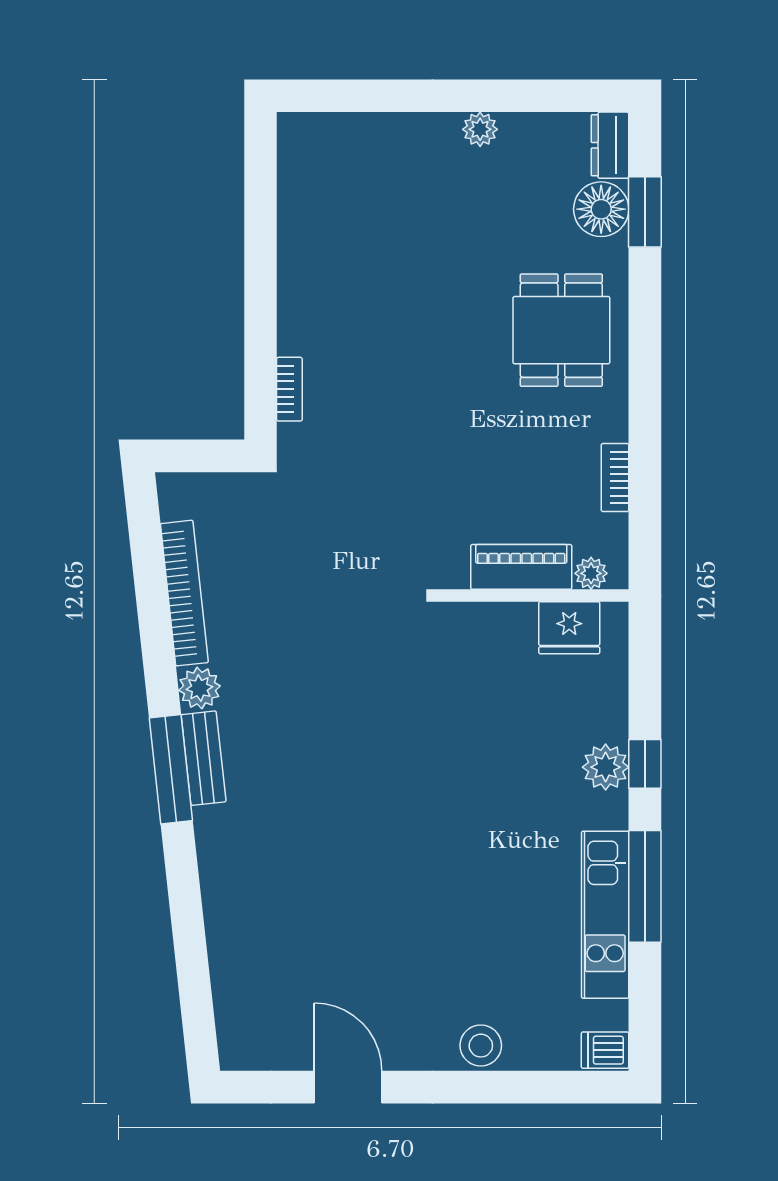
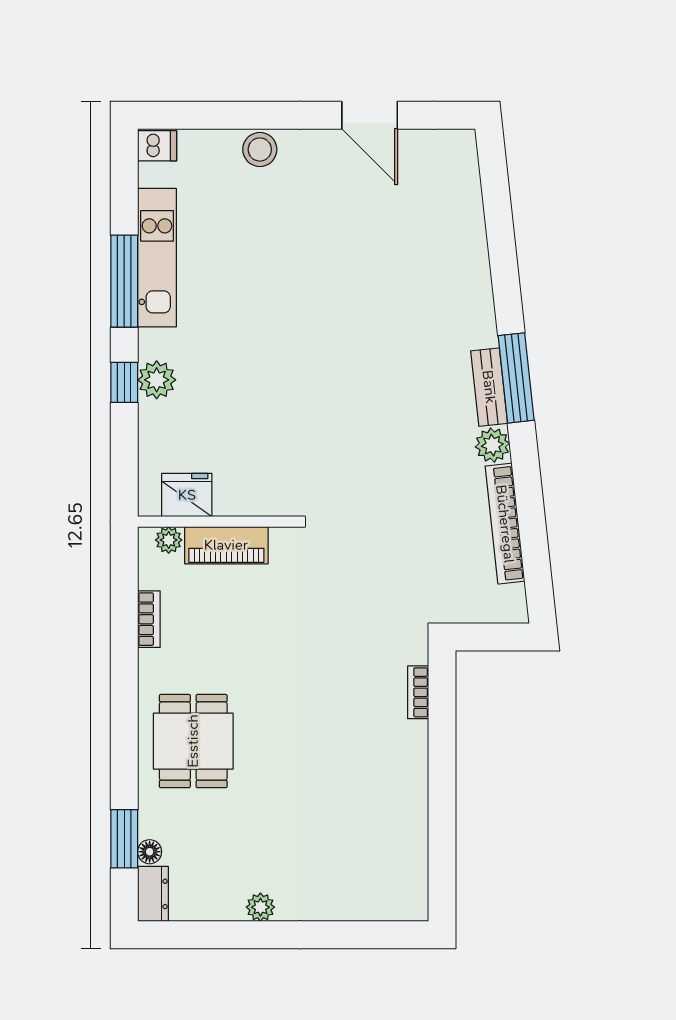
floor lamp: (601, 209) -> (150, 852), width x0.53, depth x0.53

